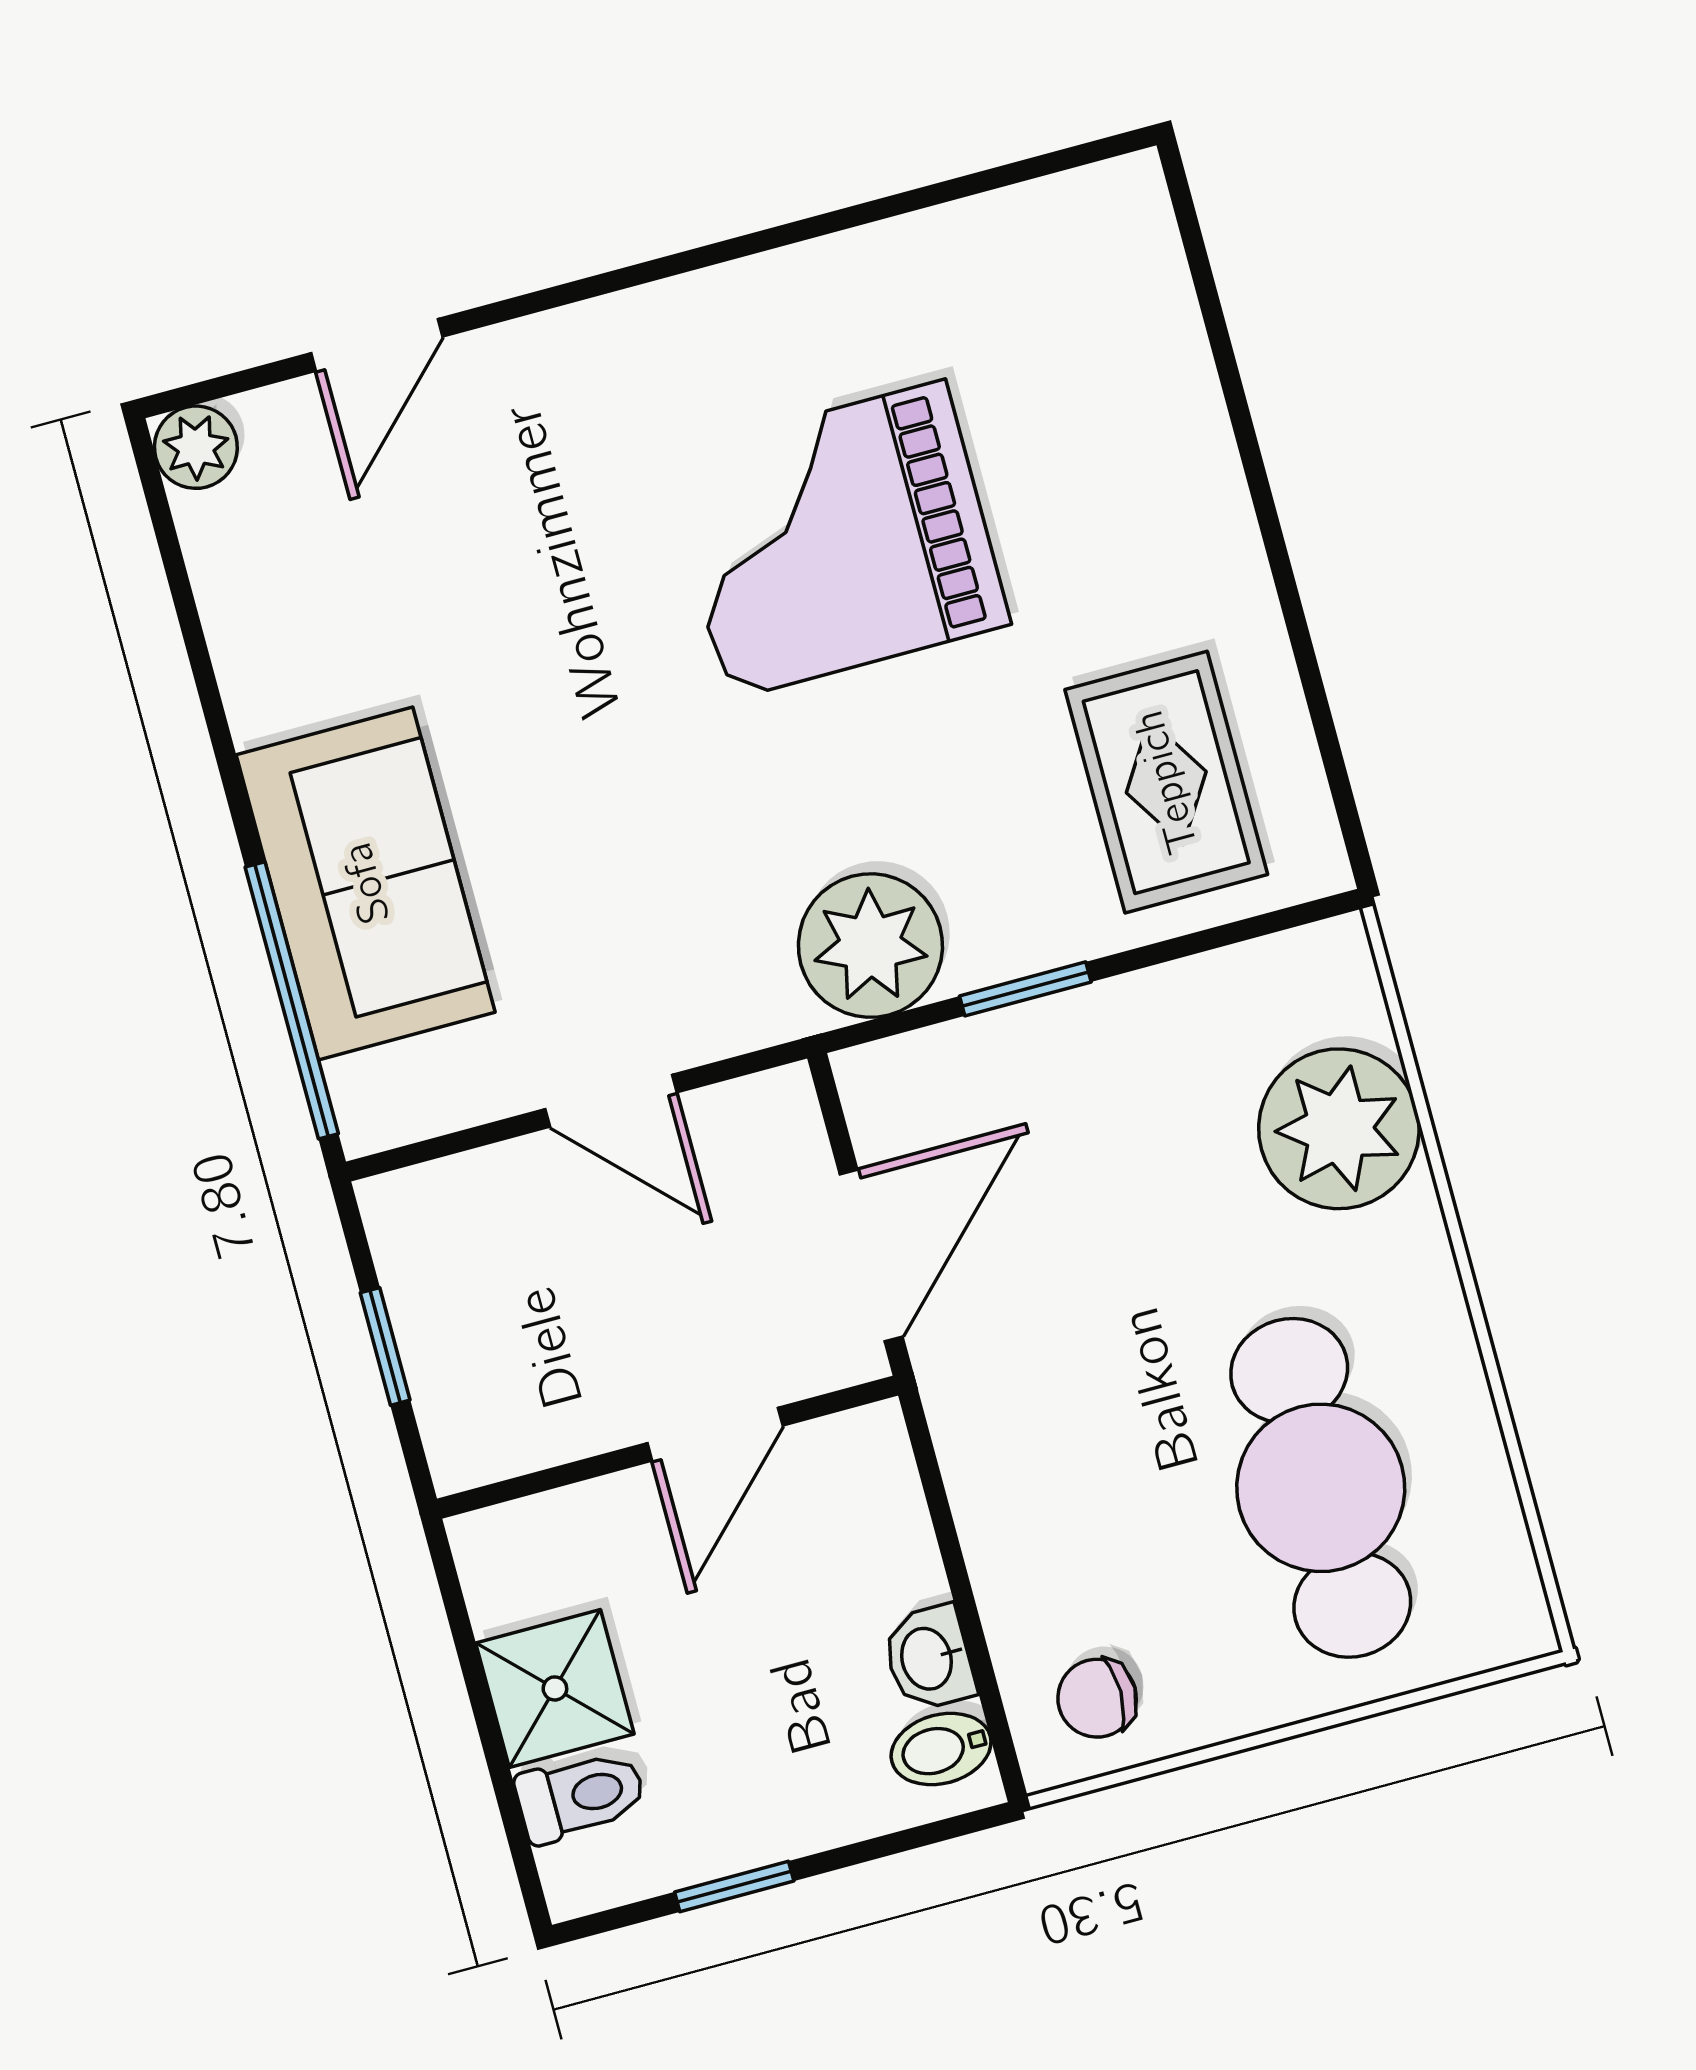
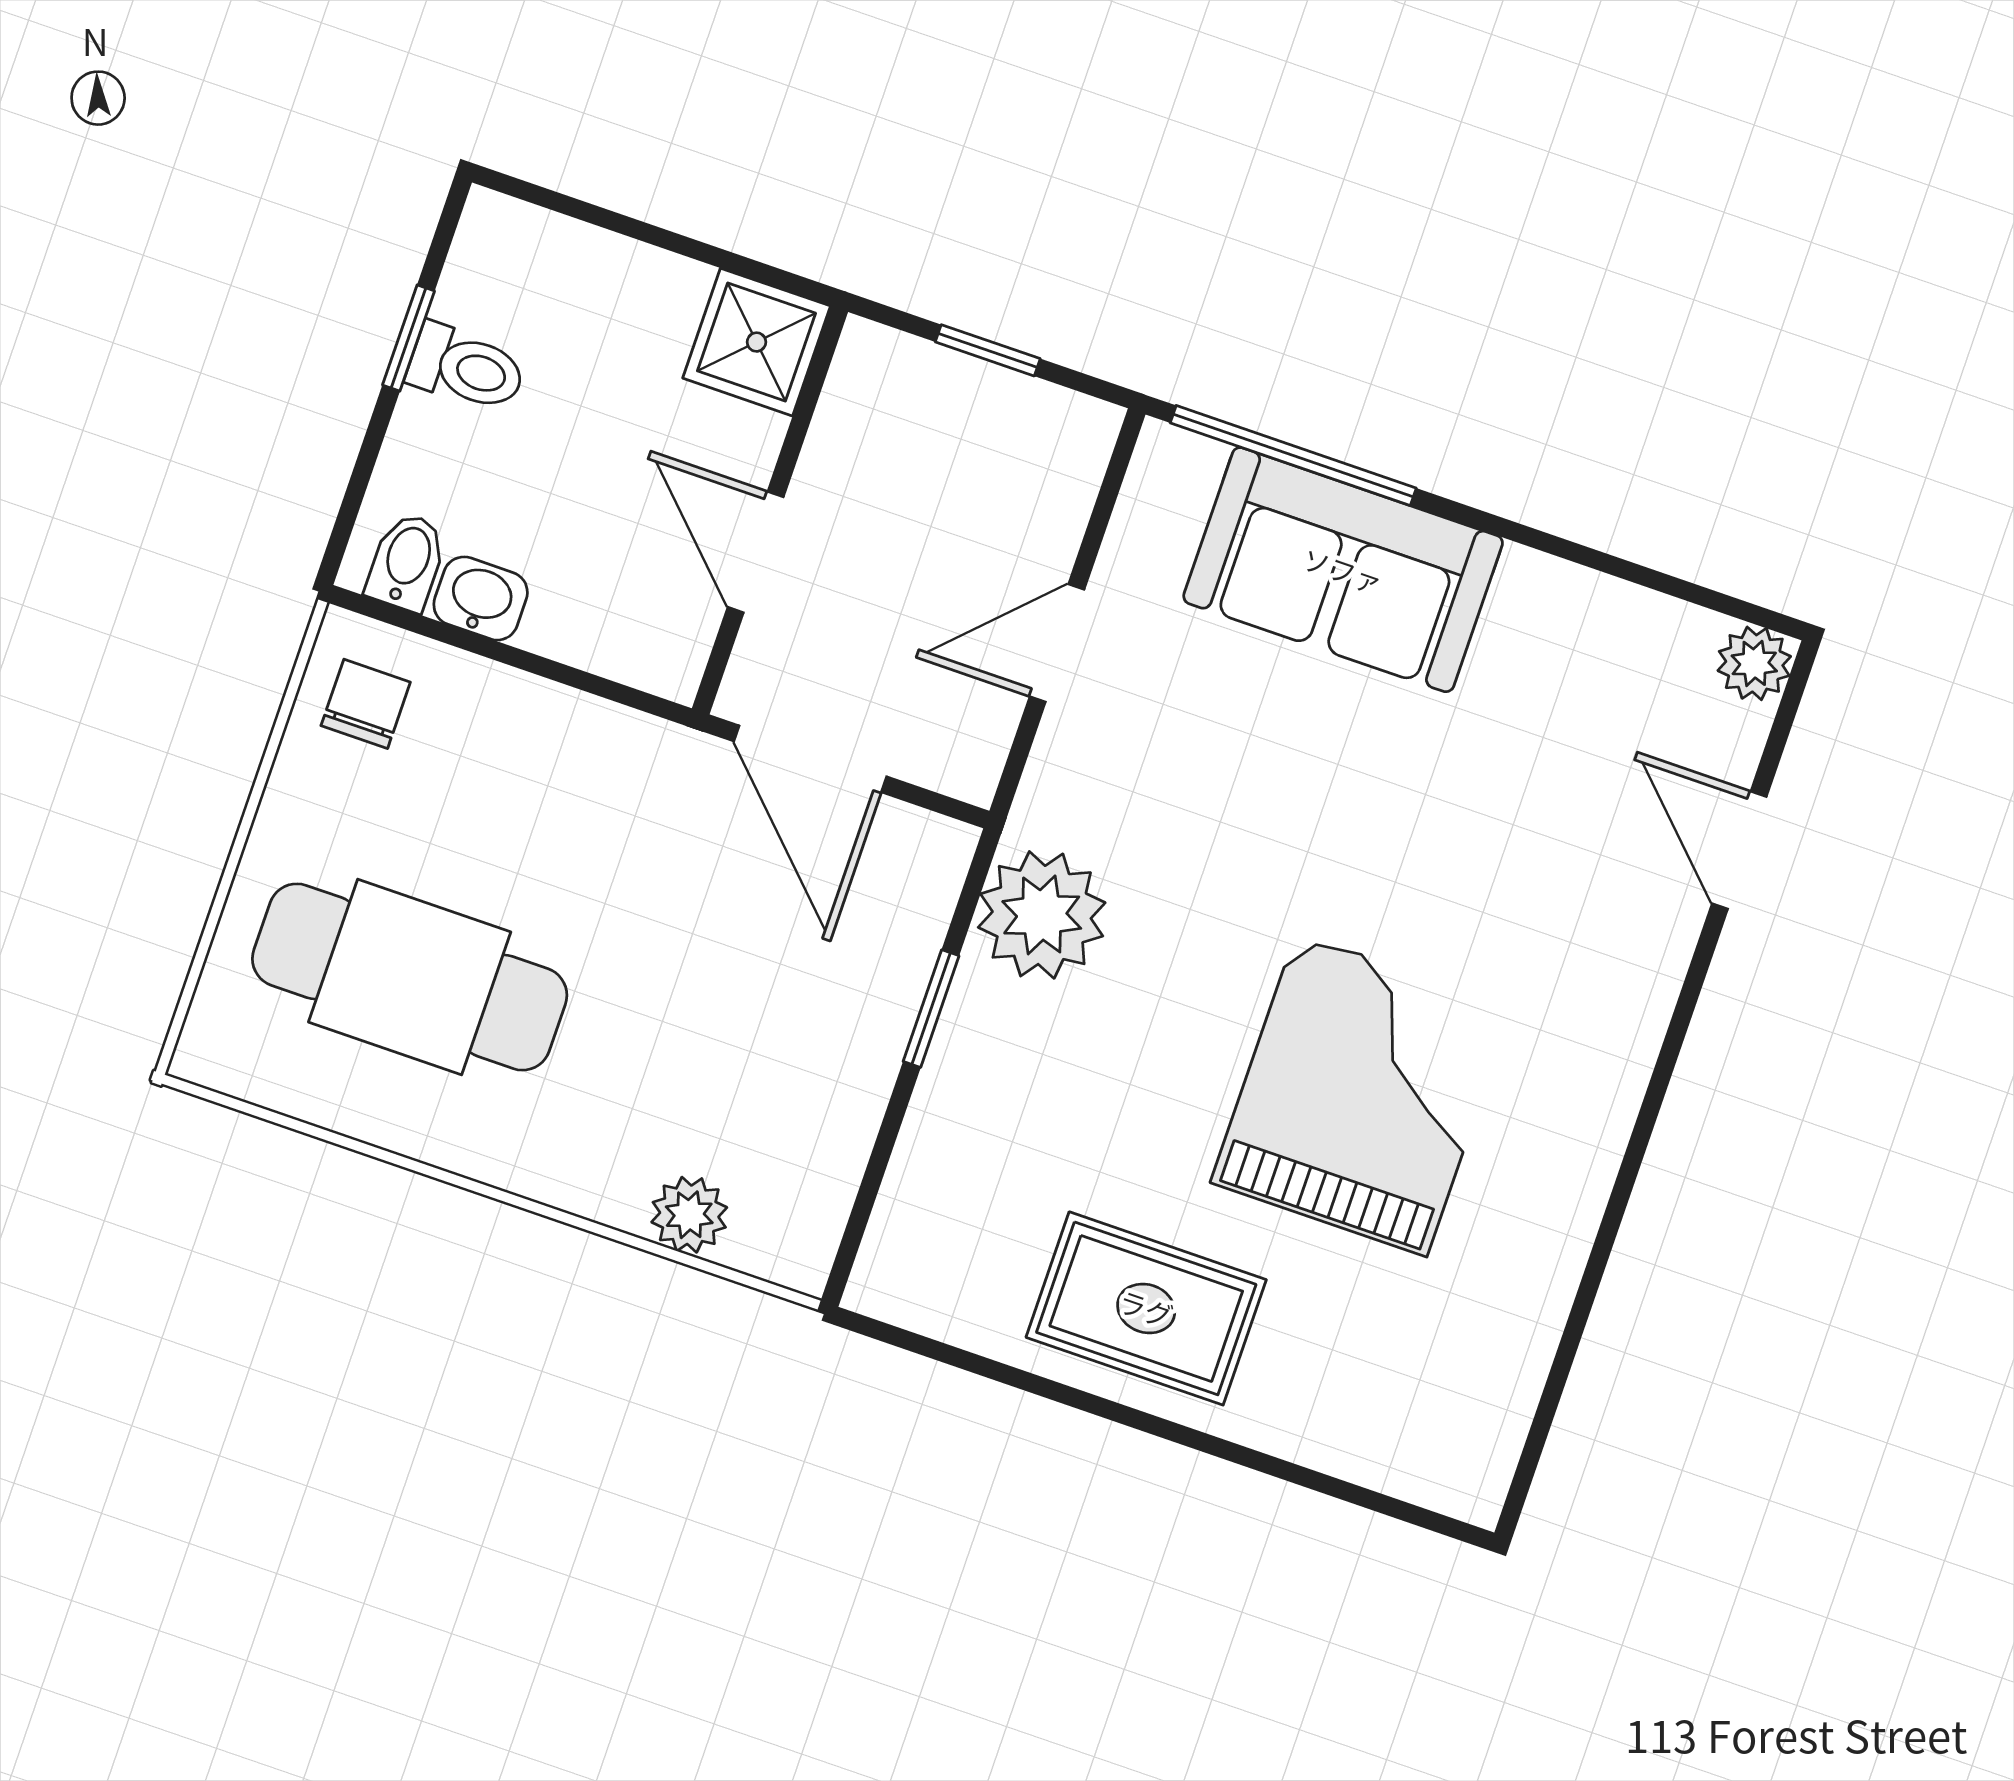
rug: (1166, 782) -> (1146, 1308), moved
plant: (1339, 1129) -> (689, 1215), width x0.53, depth x0.53
shower: (555, 1688) -> (757, 342), moved
toilet: (581, 1796) -> (466, 368), moved, turned -90

